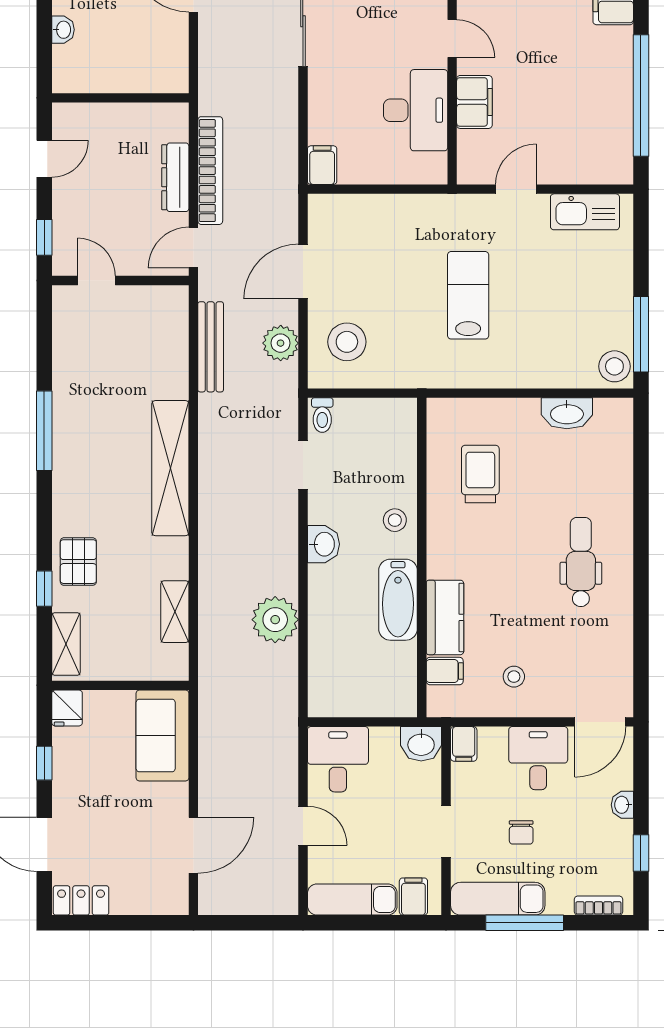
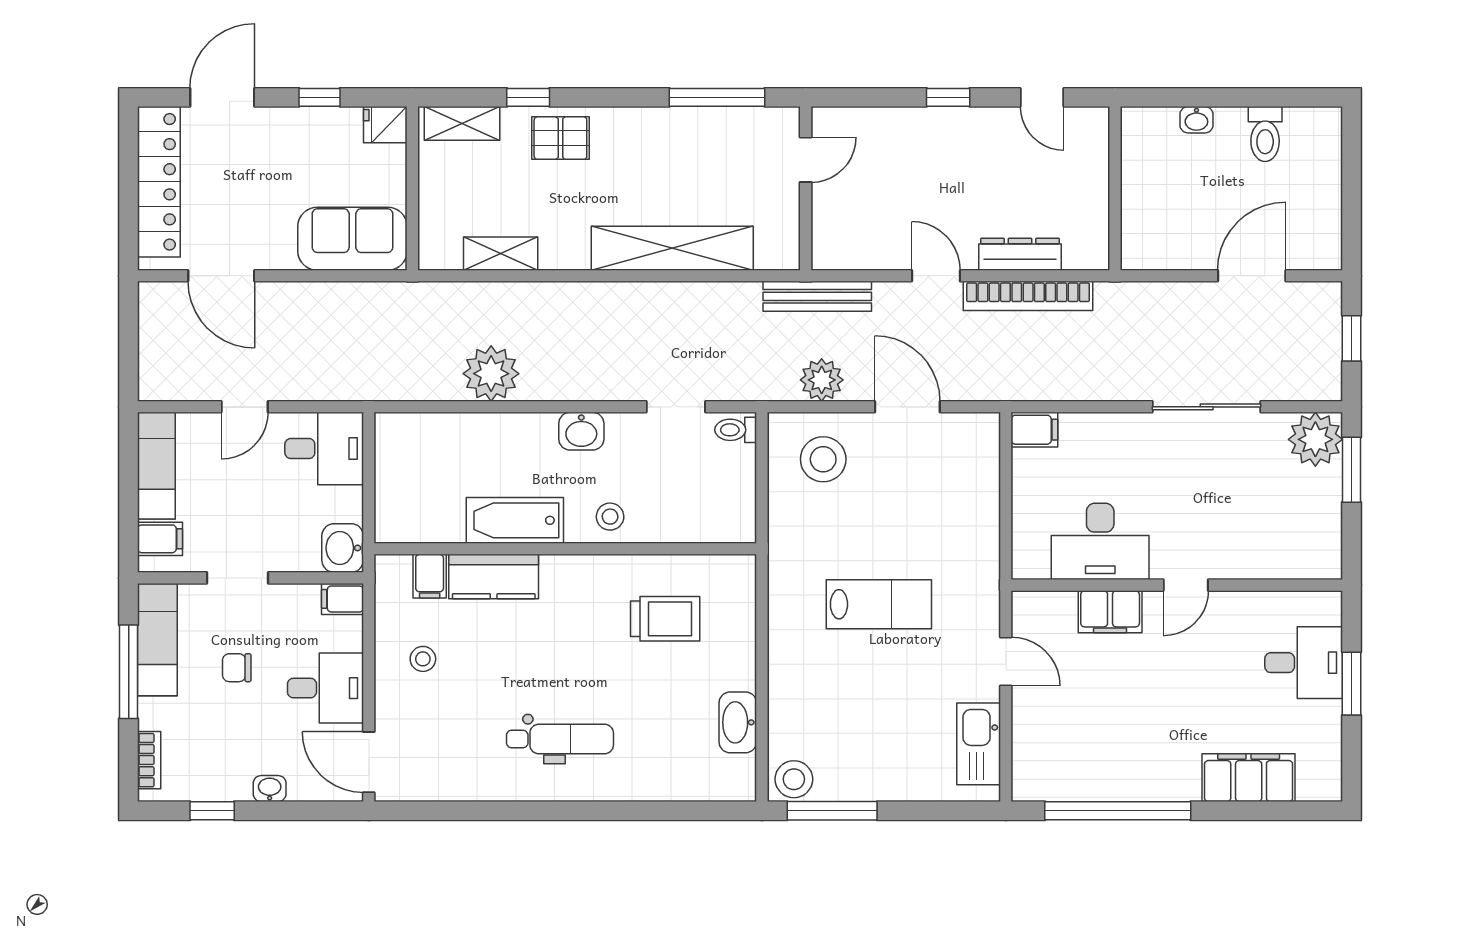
door: (96, 280) -> (806, 160), moved
wall: (120, 280) -> (806, 188), moved
locker: (81, 900) -> (159, 182), width x2.16, depth x1.21

